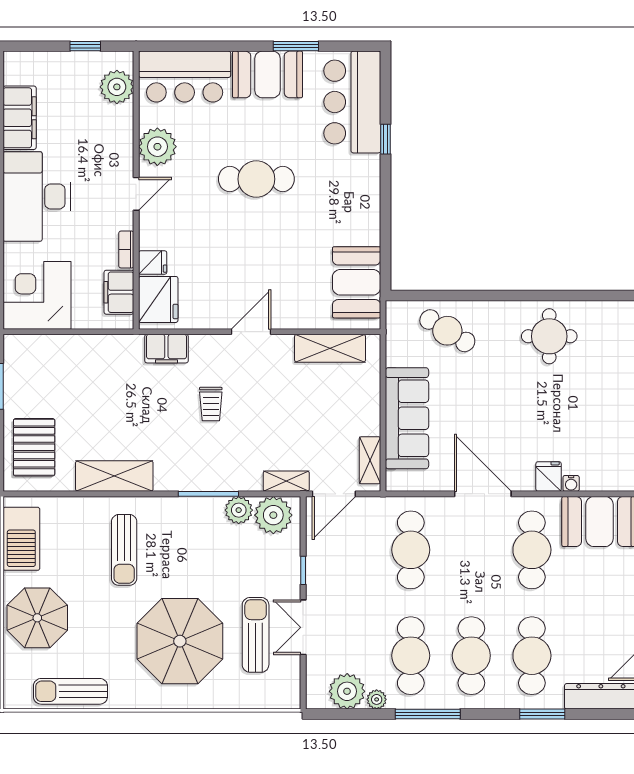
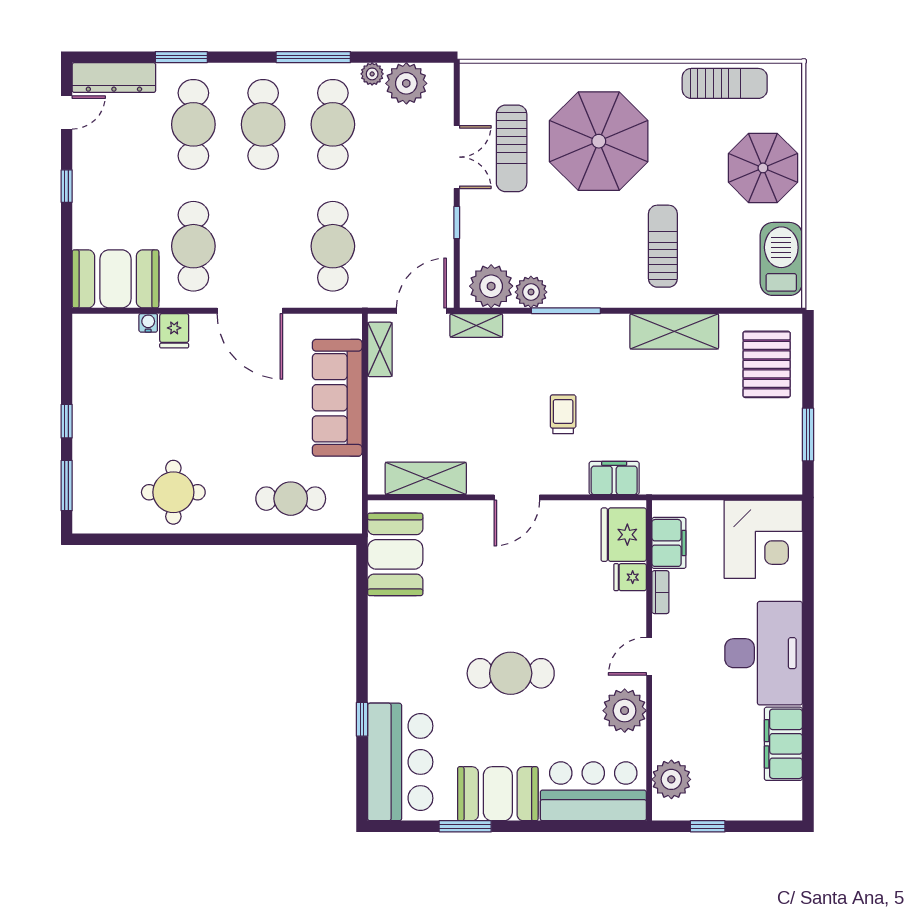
cafe table: (447, 331) -> (291, 499), turned -32

